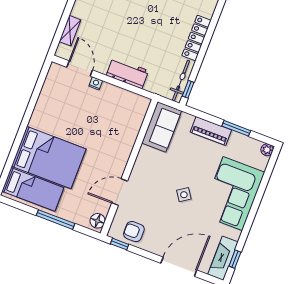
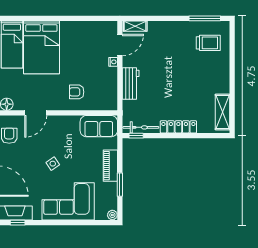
shelving: (70, 31) -> (135, 26), moved
armchair: (114, 137) -> (77, 92), added
door: (120, 192) -> (36, 113), swing flipped

